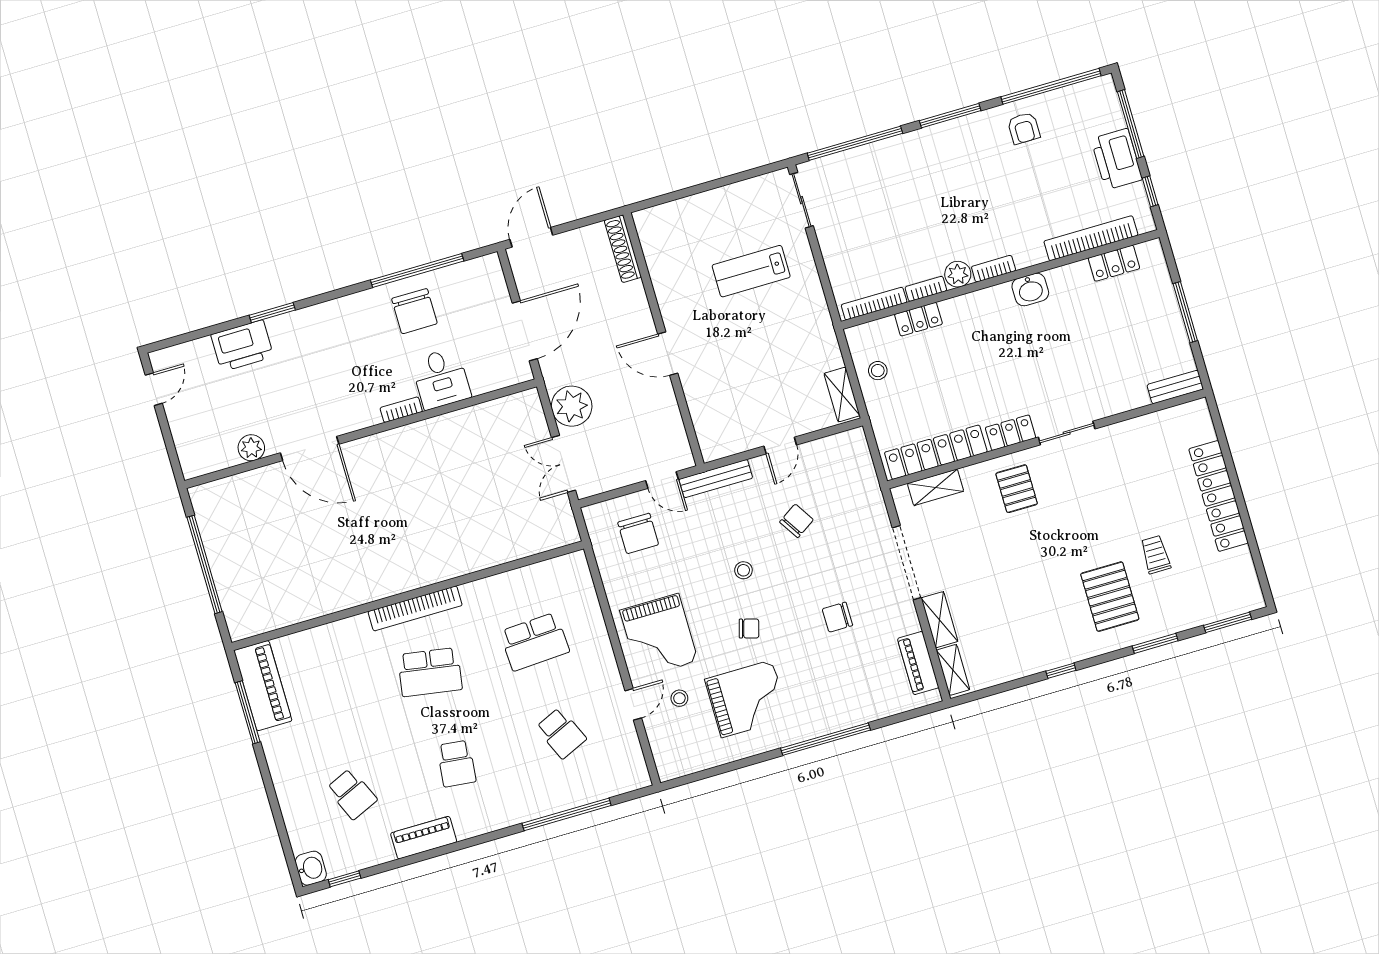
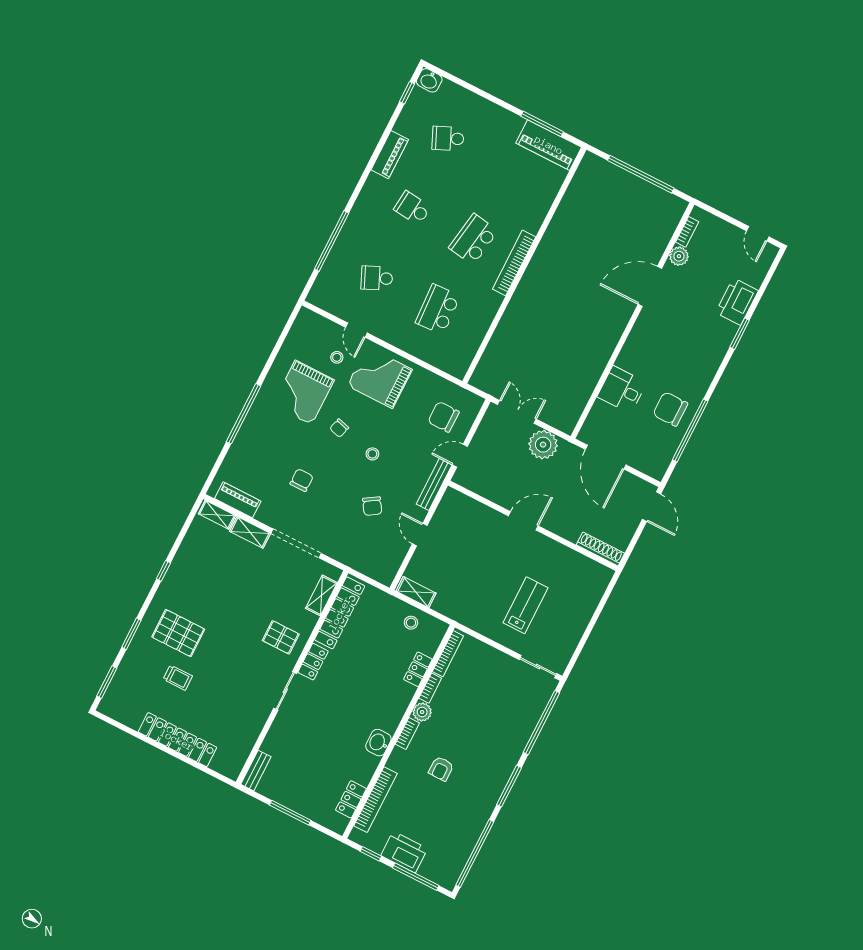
armchair: (1024, 128) -> (441, 769), moved, turned -90
bookcase: (401, 410) -> (687, 232), moved

